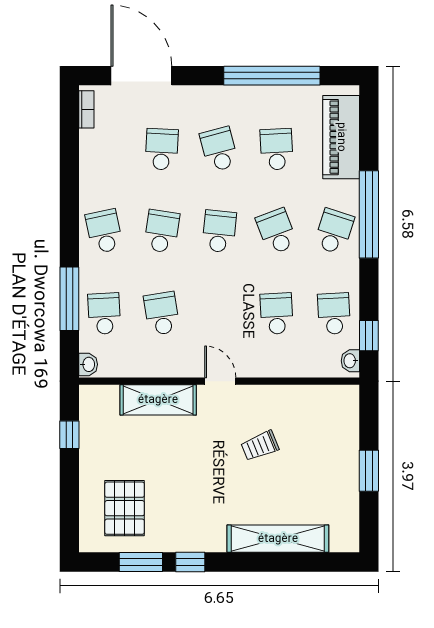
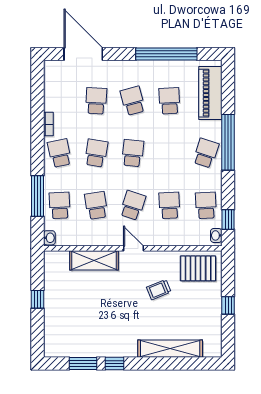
bookcase: (86, 109) -> (48, 124), moved
school desk: (277, 231) -> (133, 205), moved, turned 39
window: (69, 435) -> (37, 299), moved
window: (369, 471) -> (228, 305), width x0.67
pallet: (125, 508) -> (198, 268), moved, turned 90

